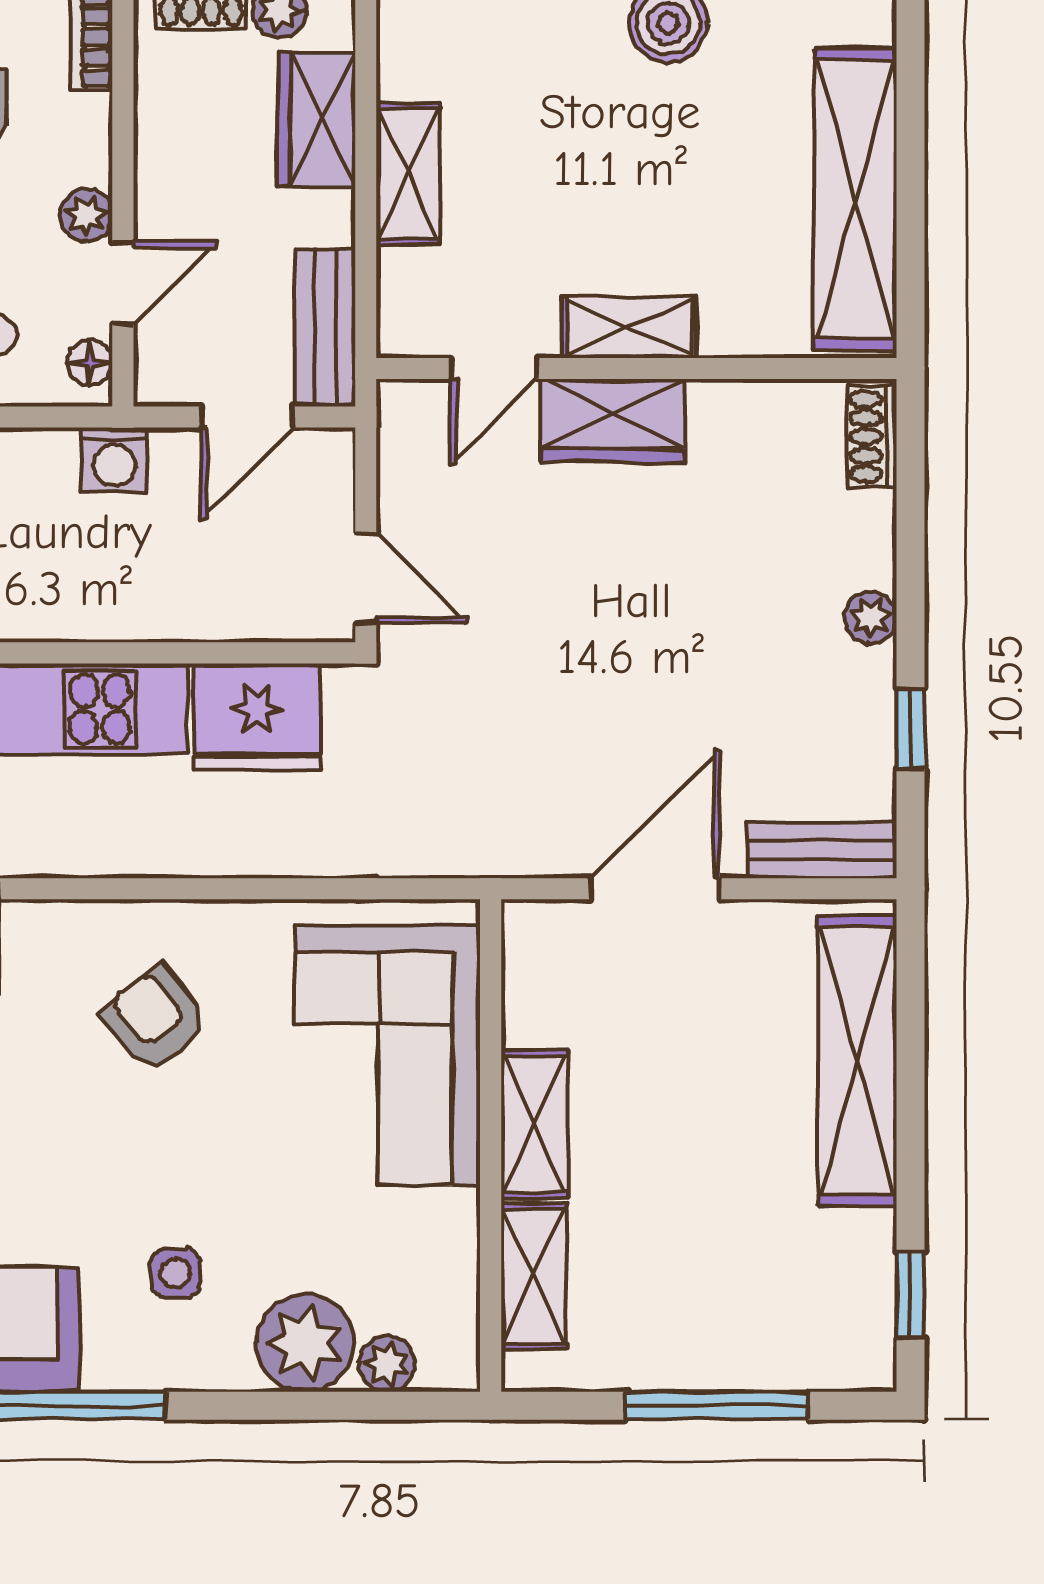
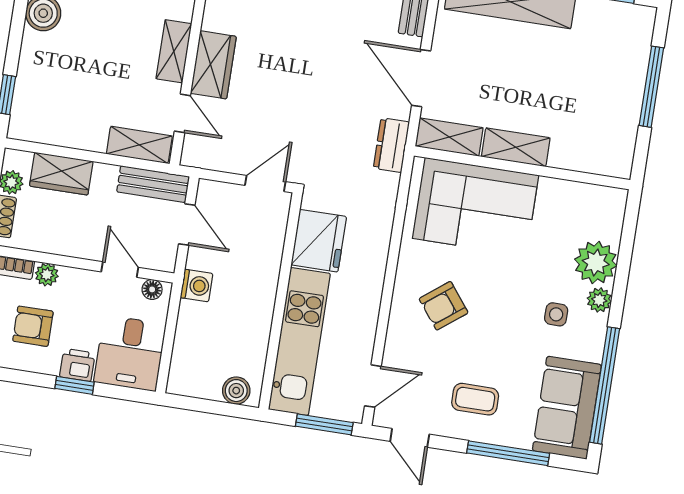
shelving: (408, 174) -> (139, 145), moved
plant: (86, 215) -> (47, 275), moved
dresser: (495, 846) -> (391, 145), added
shelving: (534, 1276) -> (449, 137), moved
plant: (387, 1364) -> (599, 300), moved

